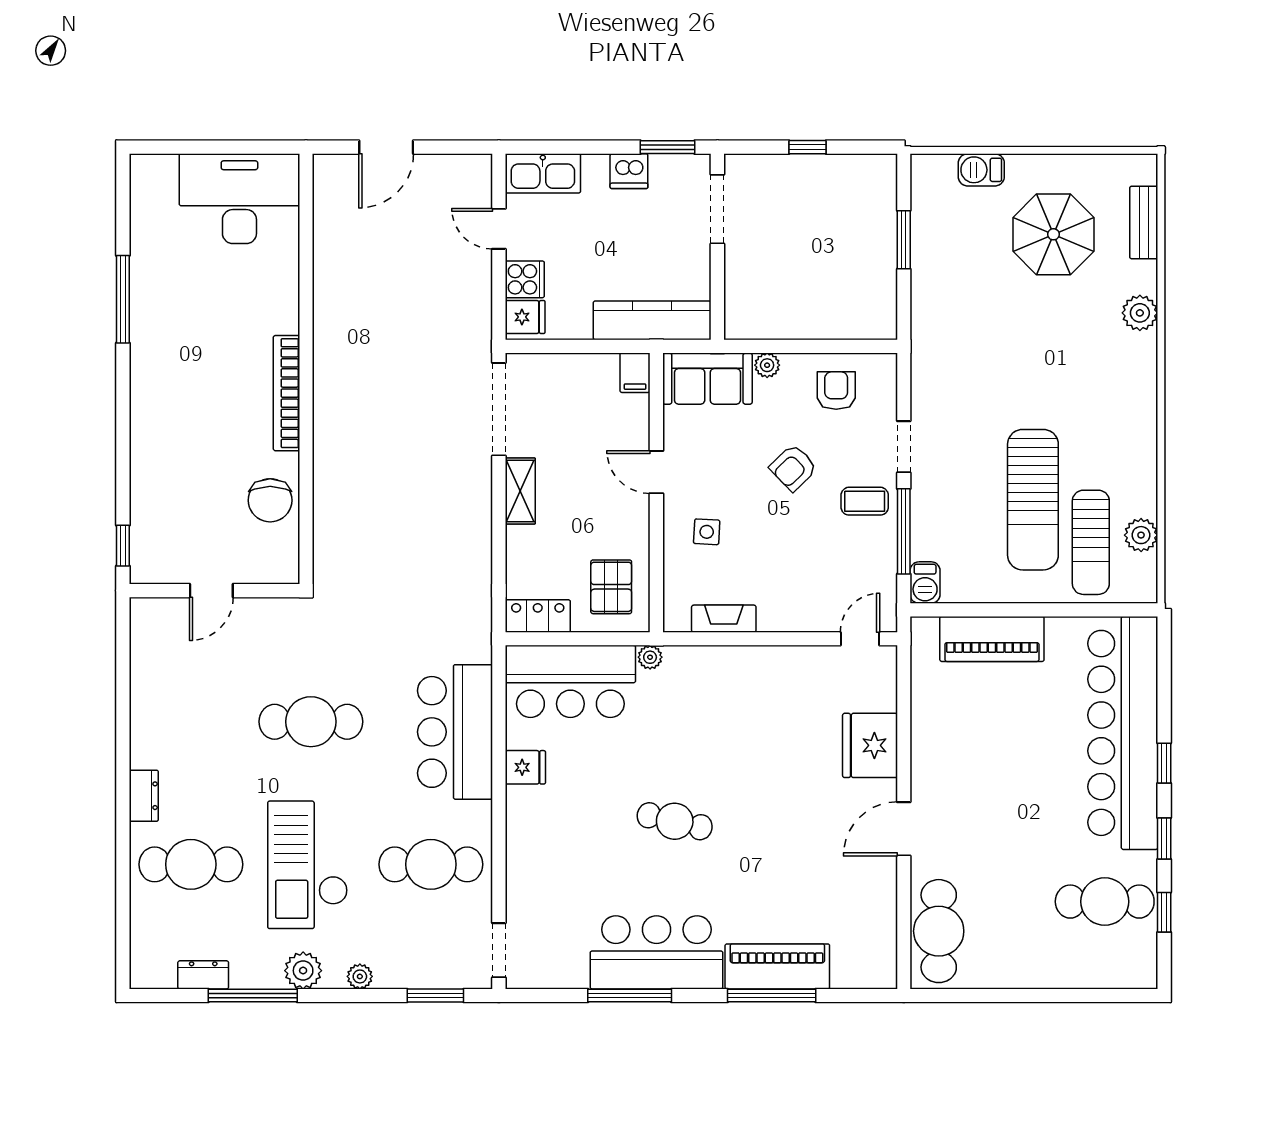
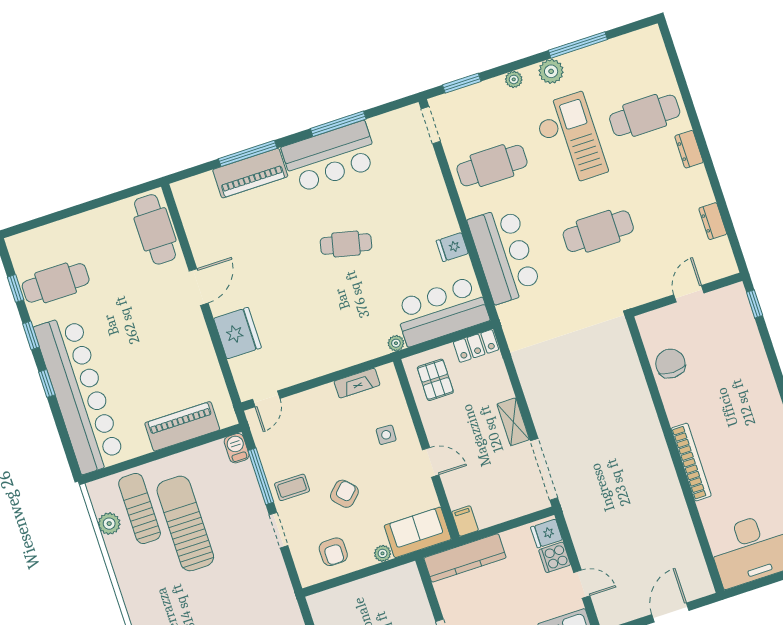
bookcase: (287, 393) -> (691, 462), moved
dresser: (203, 975) -> (713, 221), moved, turned 90

